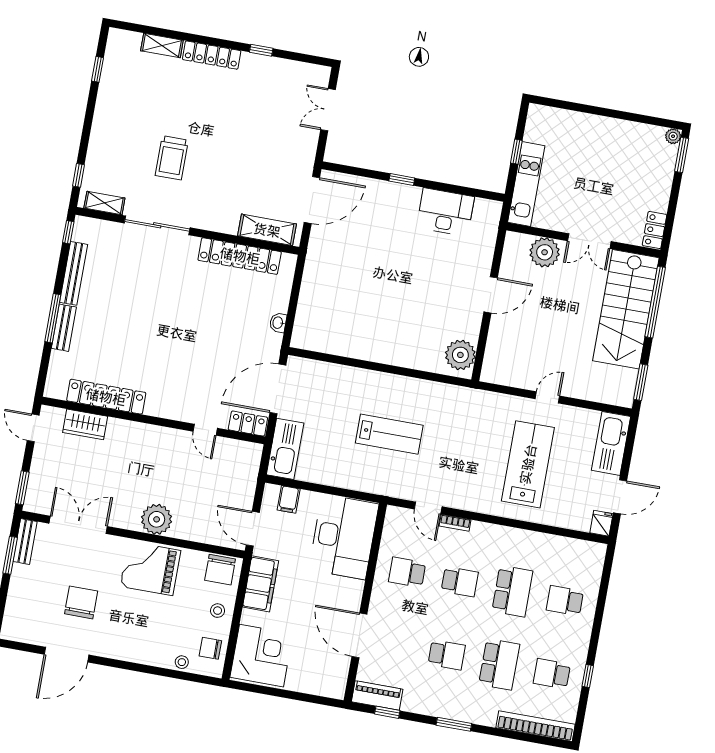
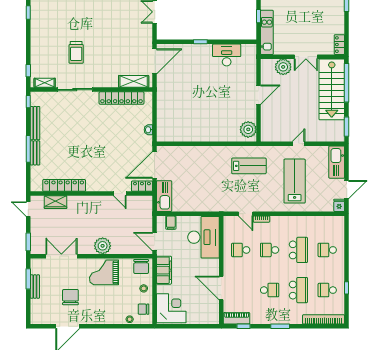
lab bench: (389, 434) -> (249, 166), moved
bench: (25, 542) -> (35, 287), moved
school desk: (460, 582) -> (270, 250), turned 180

